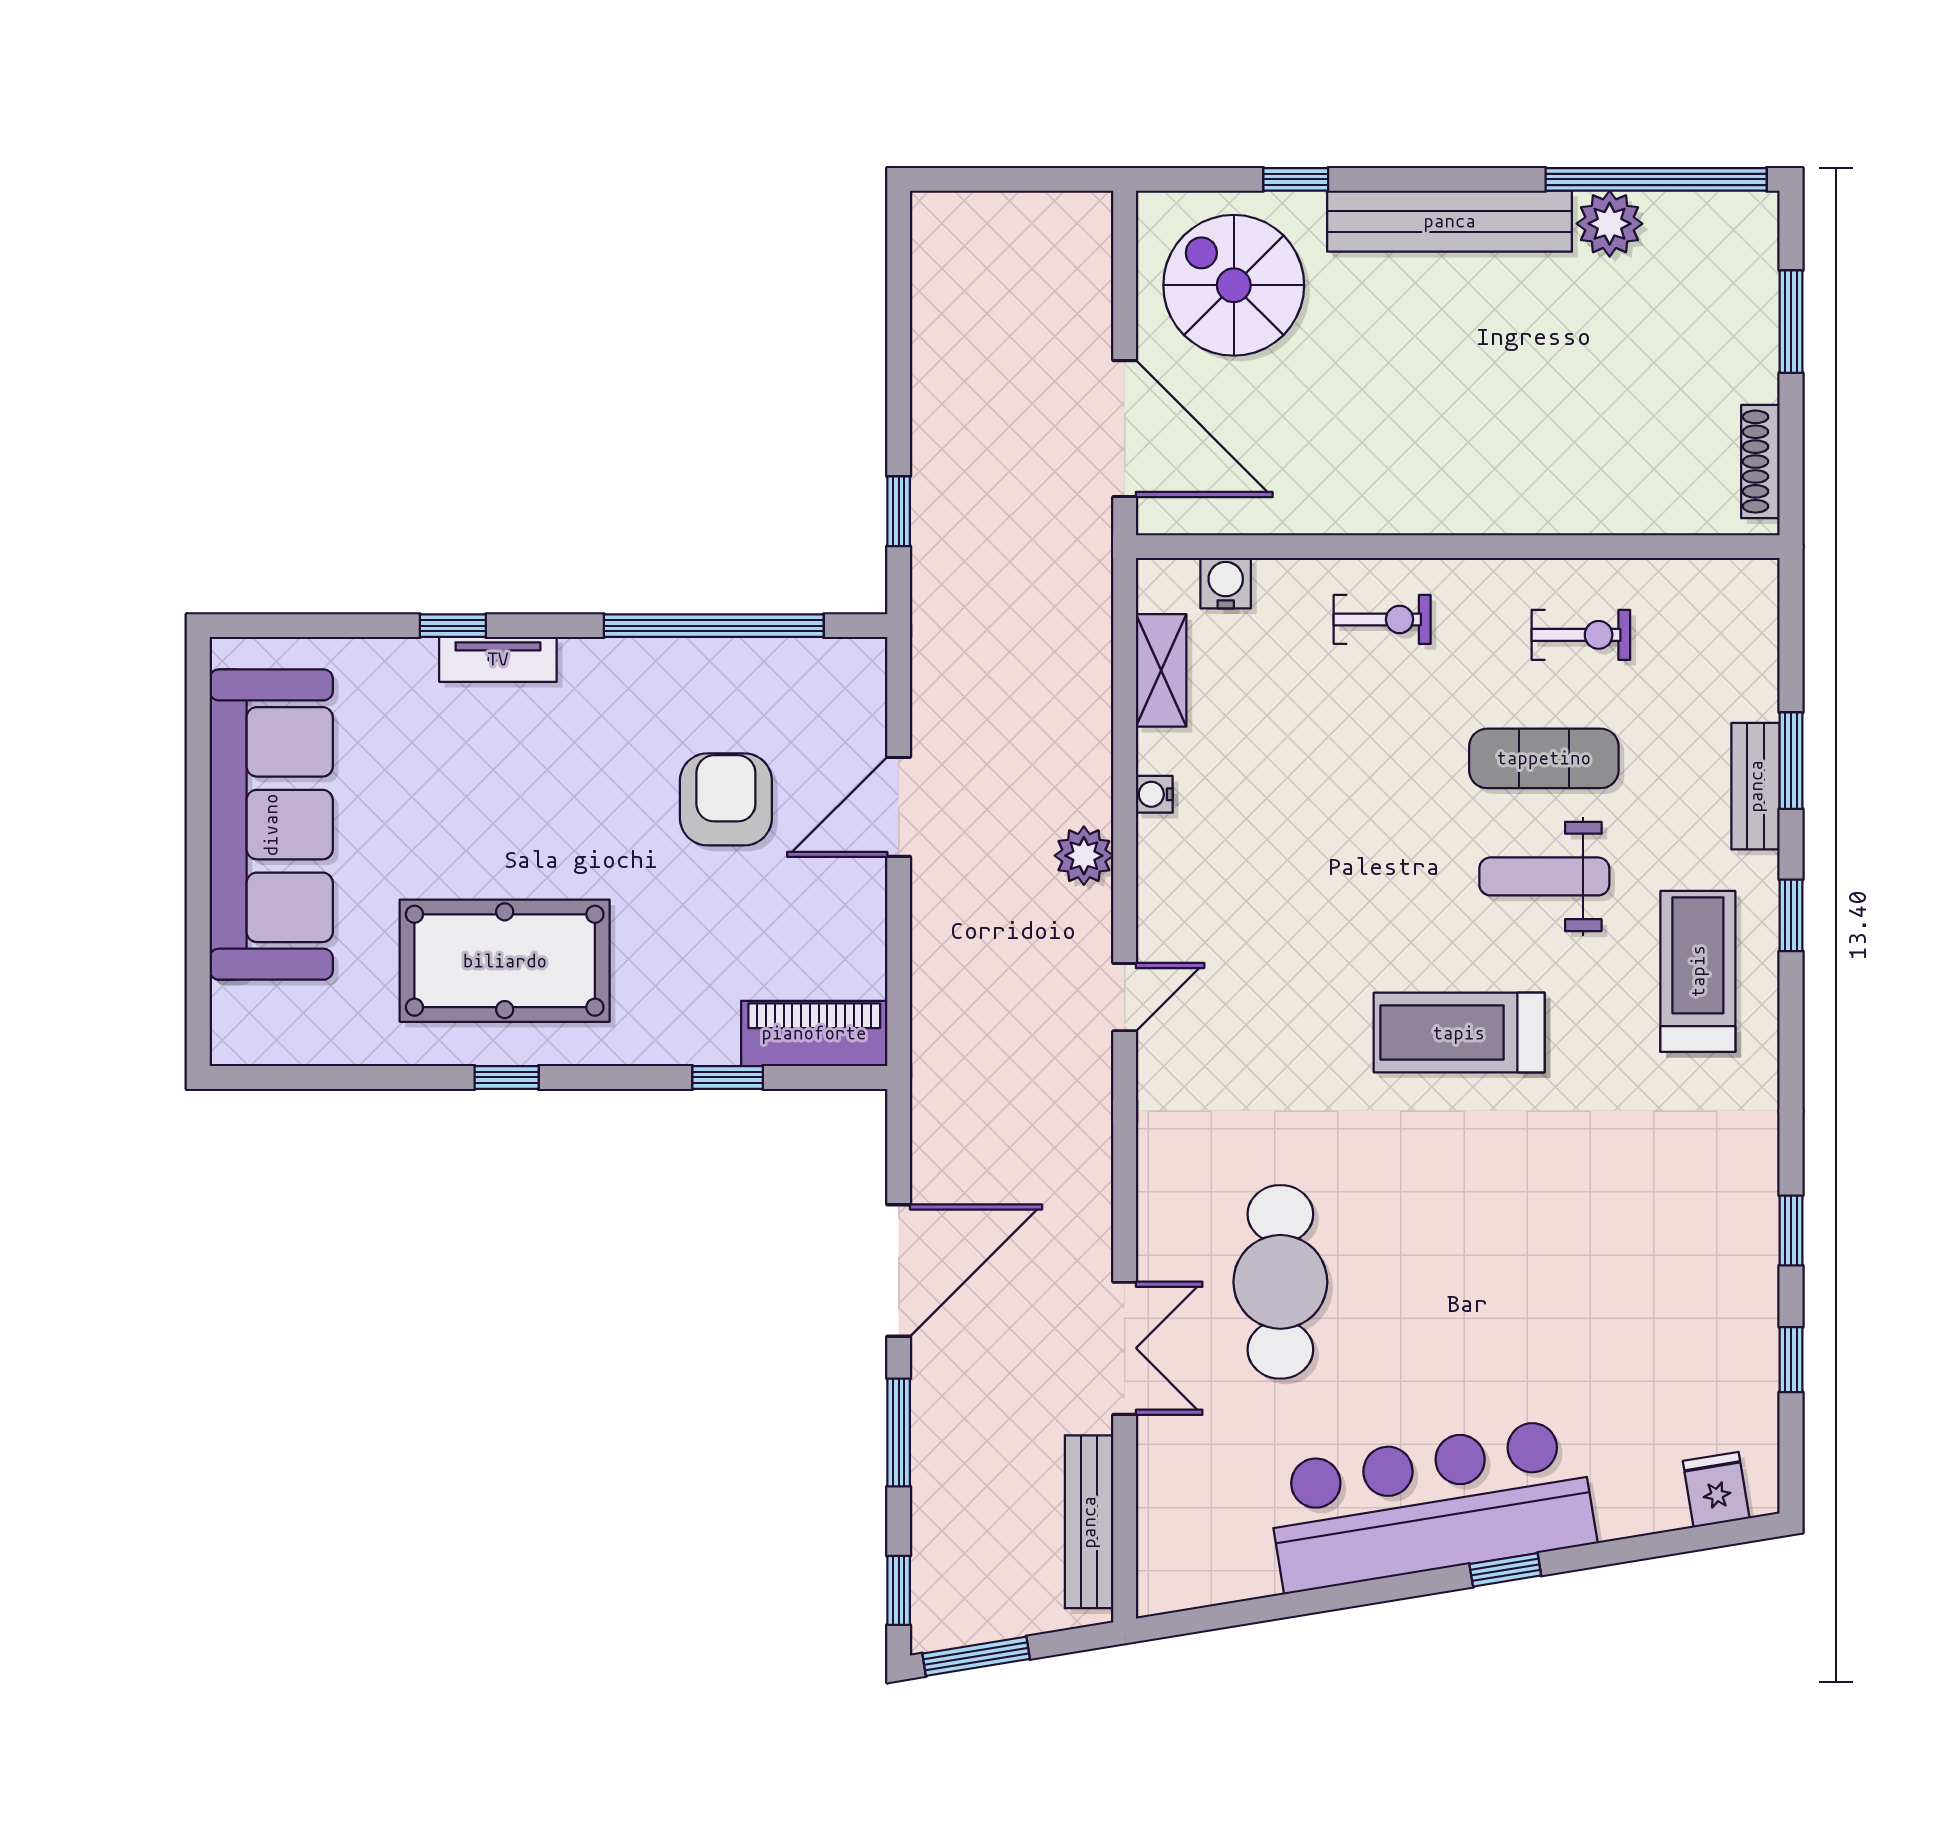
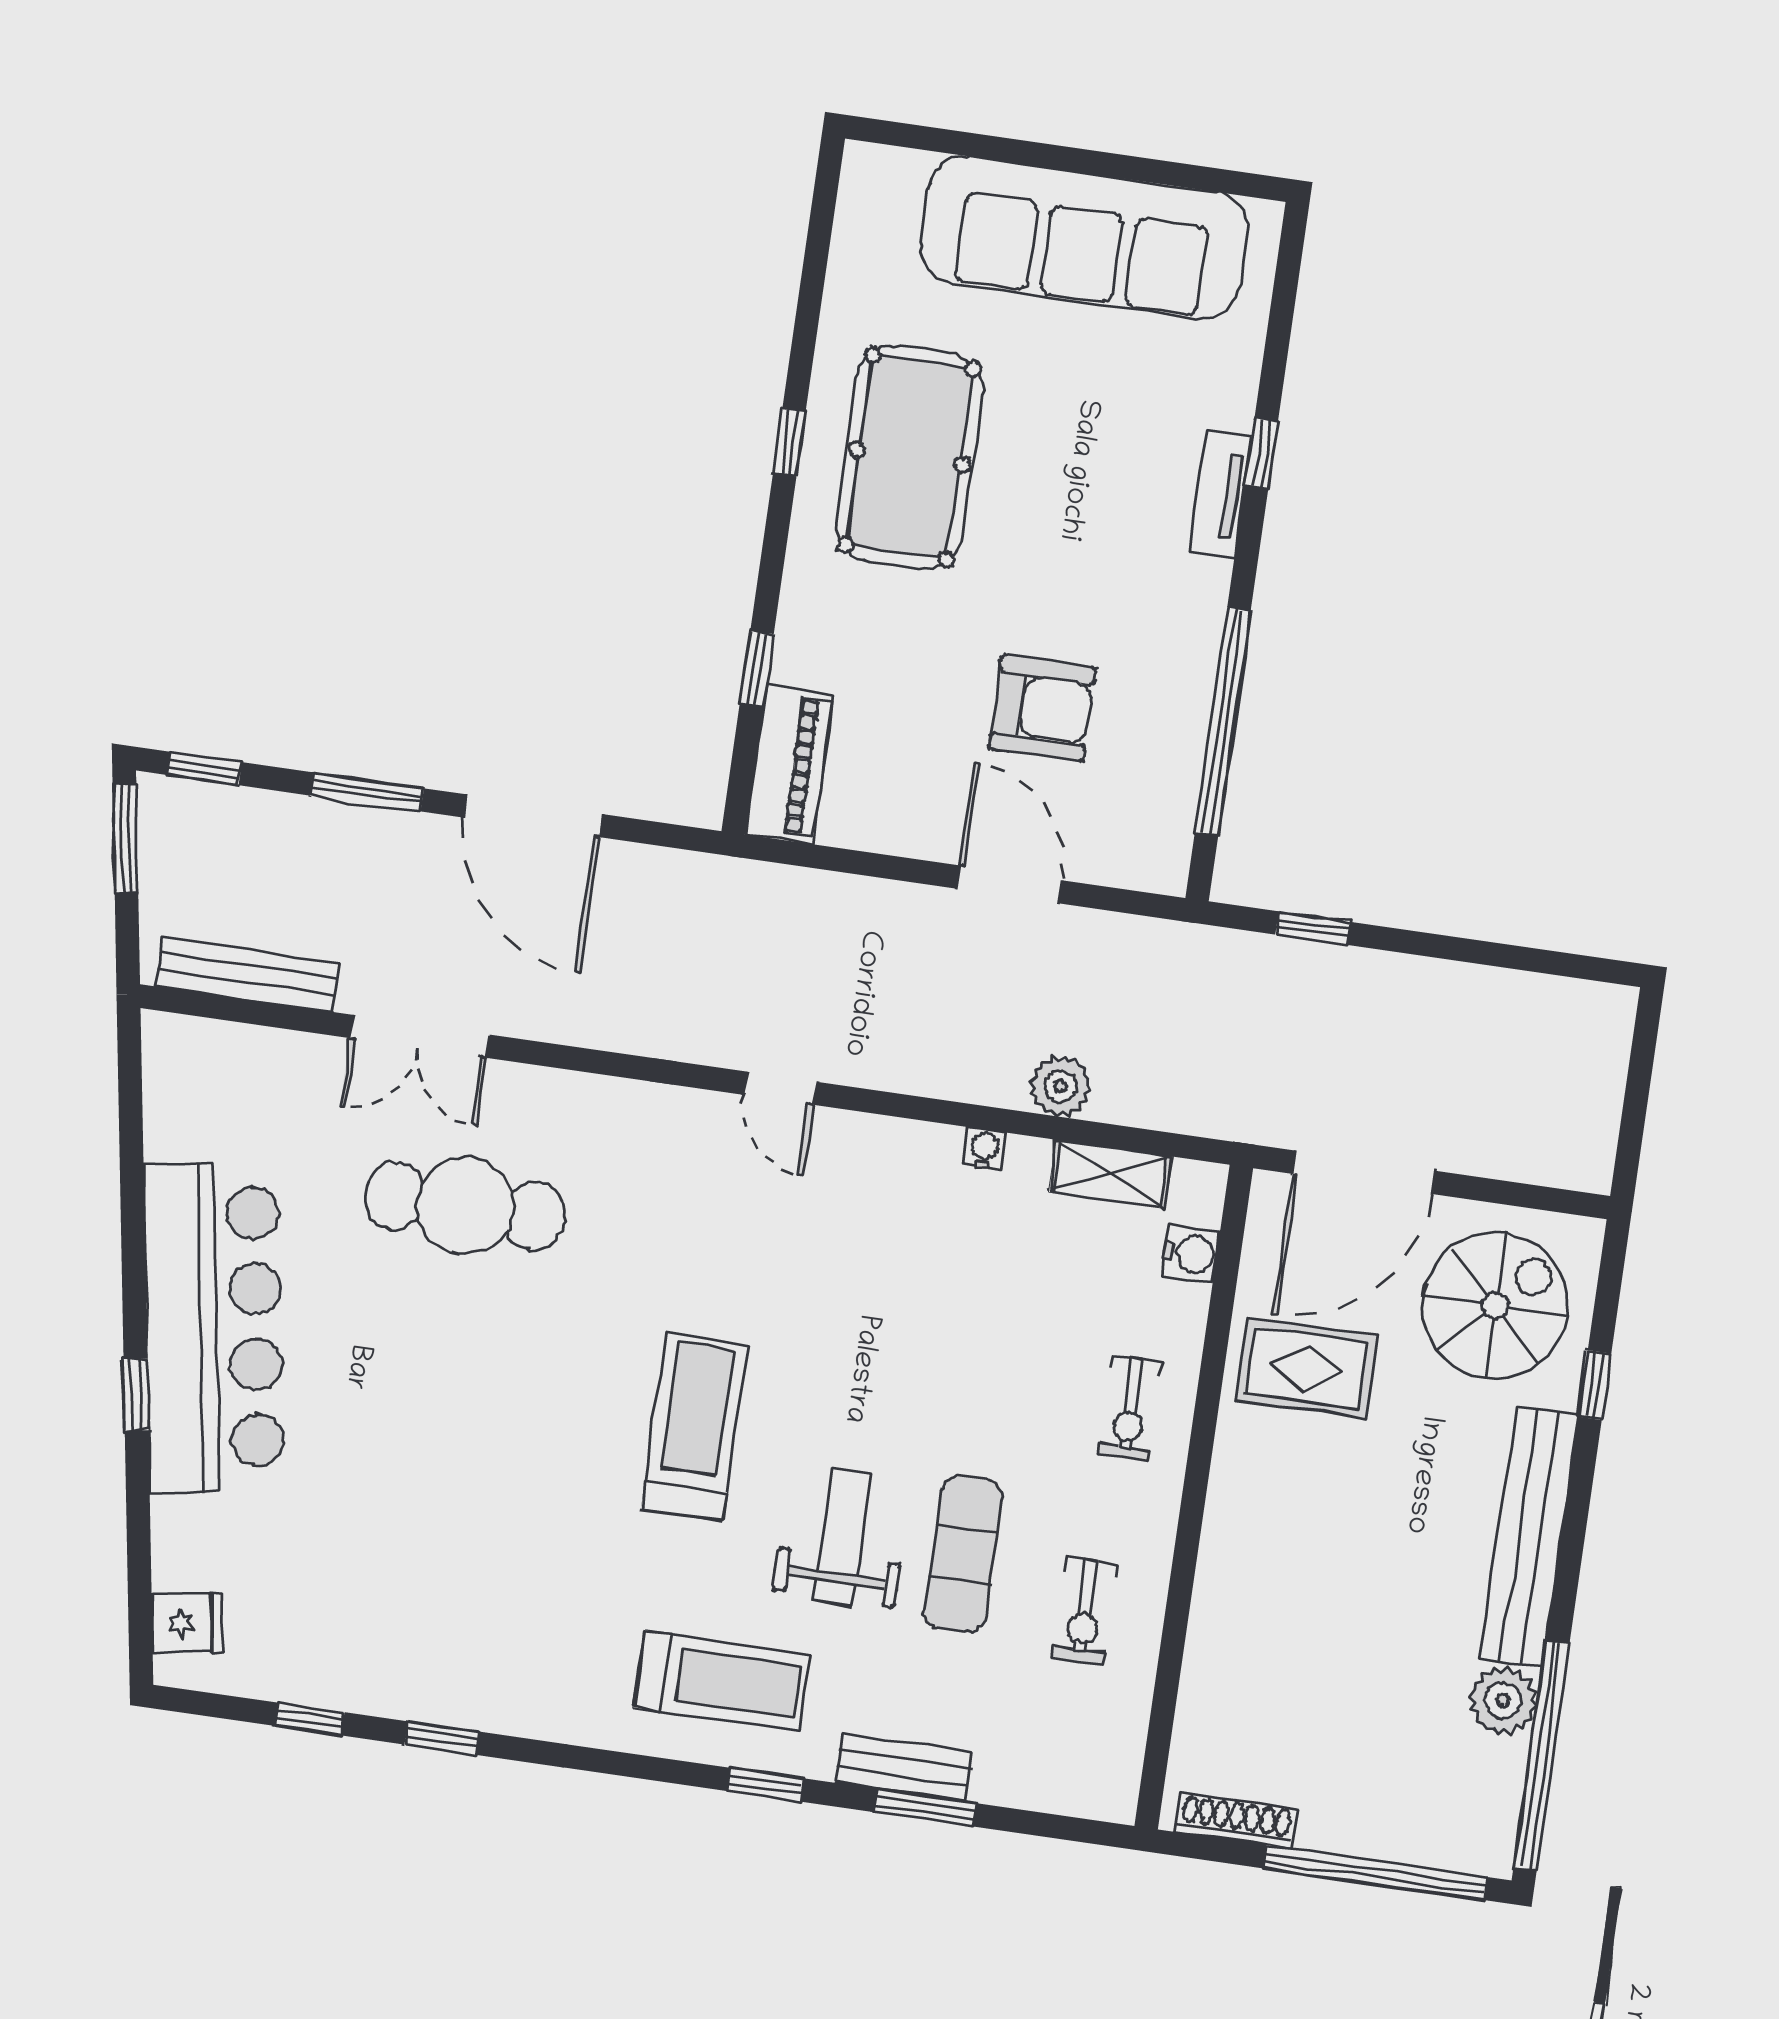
window: (1791, 322) -> (1375, 1873), width x2.11
rug: (1319, 457) -> (1307, 1368), added
plant: (1084, 856) -> (1061, 1086), moved

